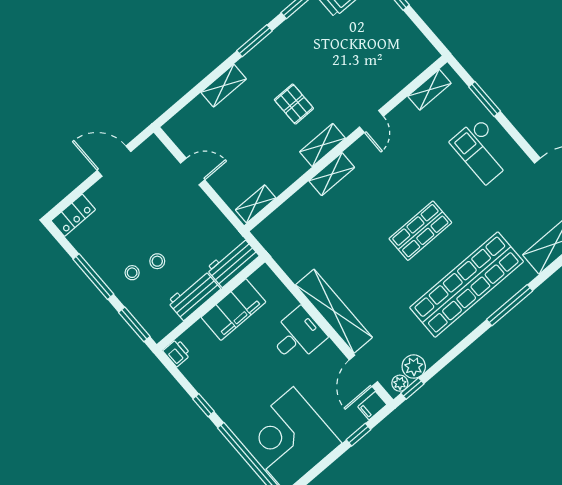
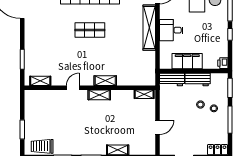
pallet: (294, 104) -> (97, 120), removed
checkout: (482, 151) -> (40, 40), removed
door: (193, 171) -> (158, 127), swing flipped

